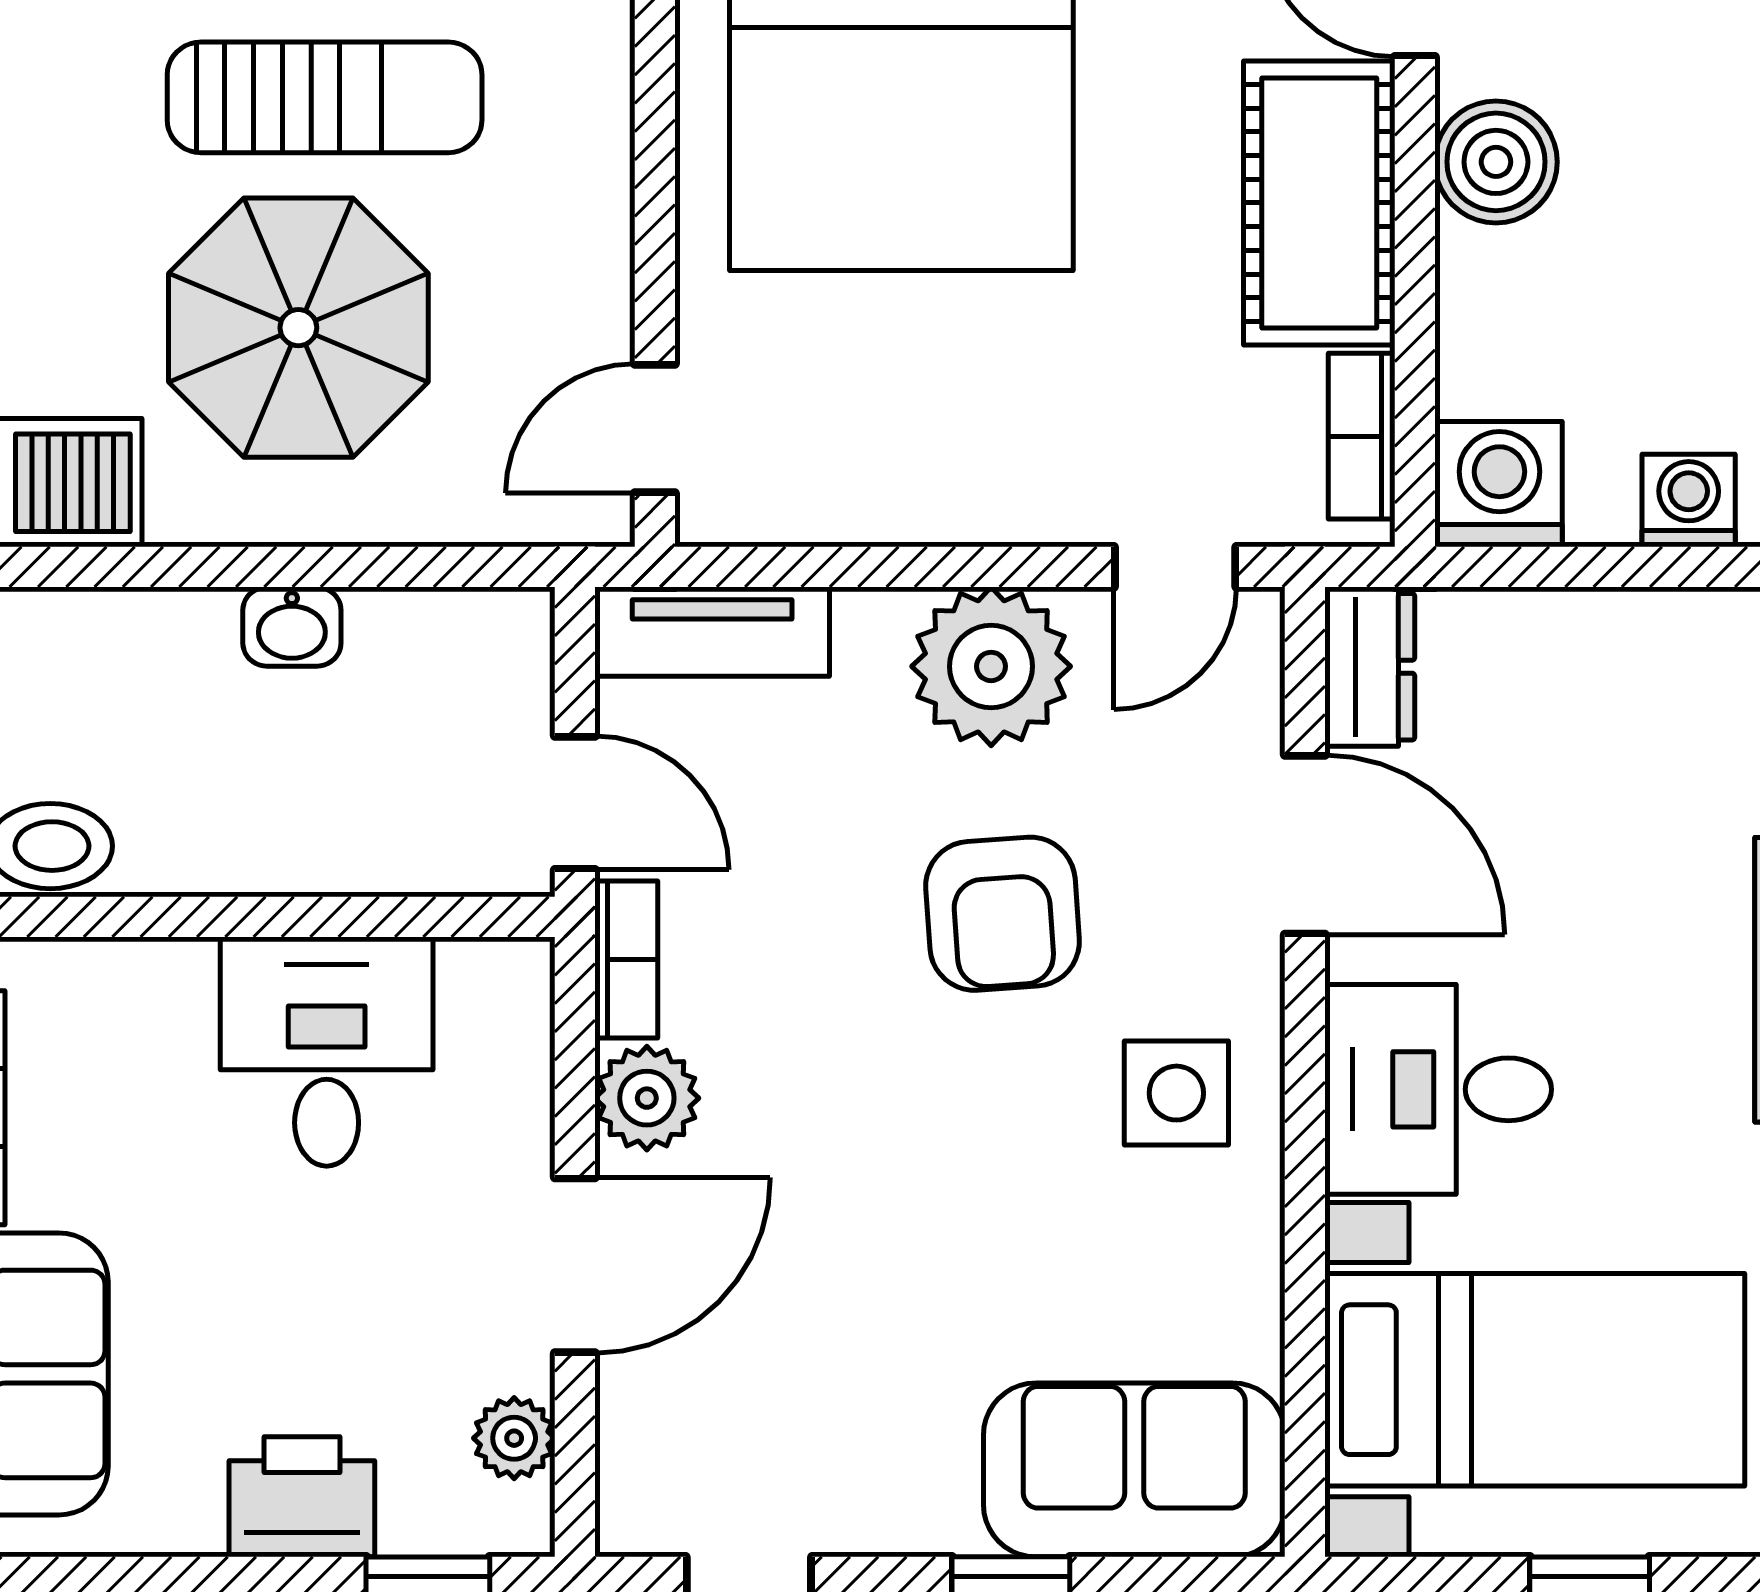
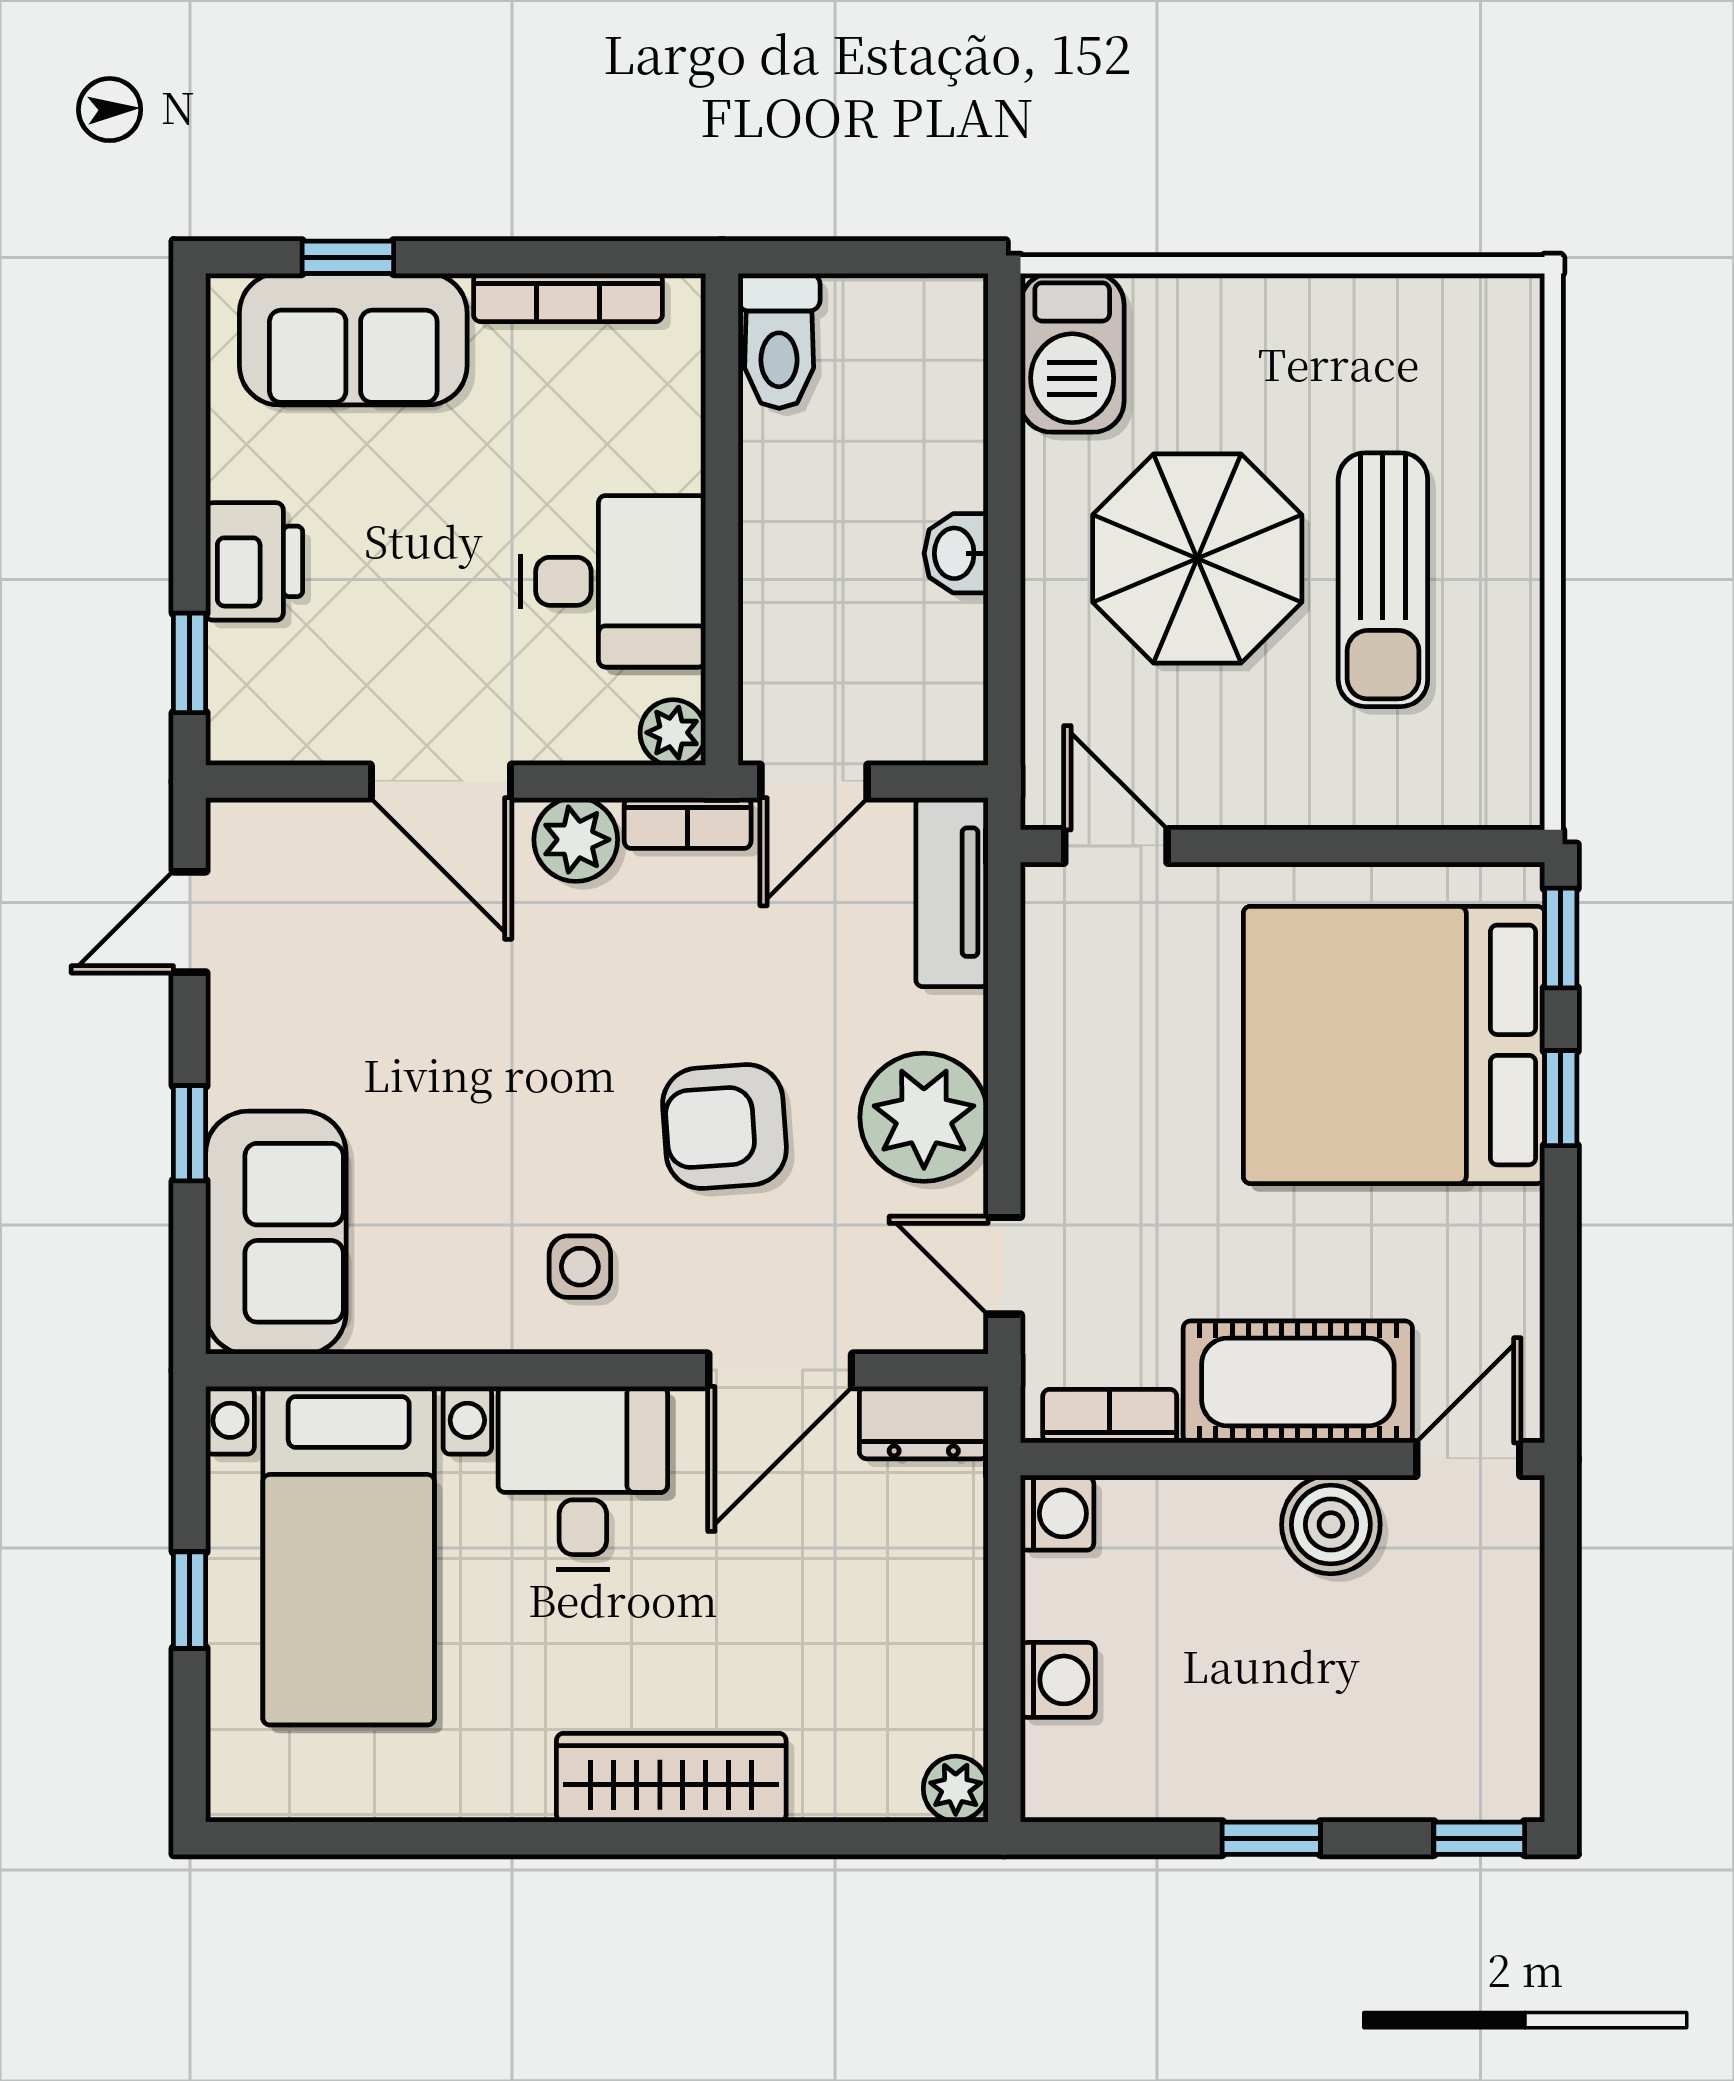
washing machine: (1499, 484) -> (1057, 1513), width x0.73, depth x0.73
side table: (1176, 1093) -> (580, 1267), width x0.73, depth x0.73
plant: (514, 1438) -> (673, 733), moved

